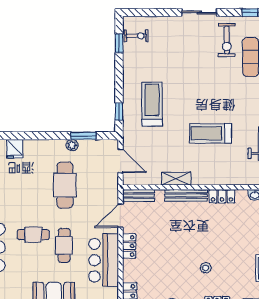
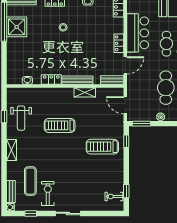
treadmill: (152, 104) -> (102, 147), turned 90
treadmill: (210, 133) -> (60, 125), turned 180
window: (83, 136) -> (141, 124), moved

